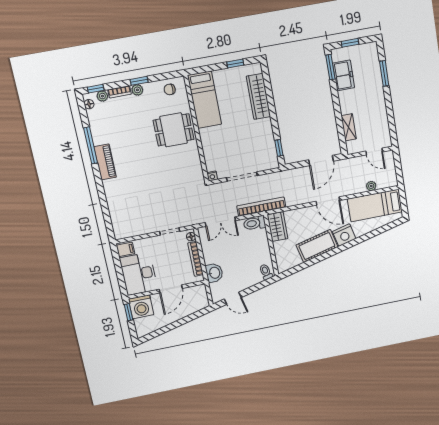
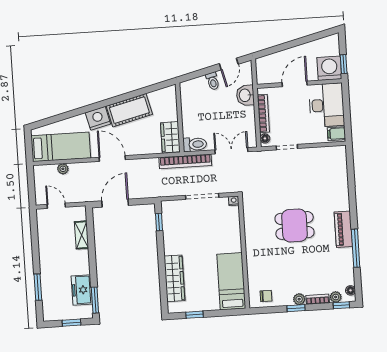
dining table: (174, 130) -> (295, 225), moved
toilet: (266, 272) -> (213, 81), moved
door: (233, 298) -> (229, 64), swing flipped

